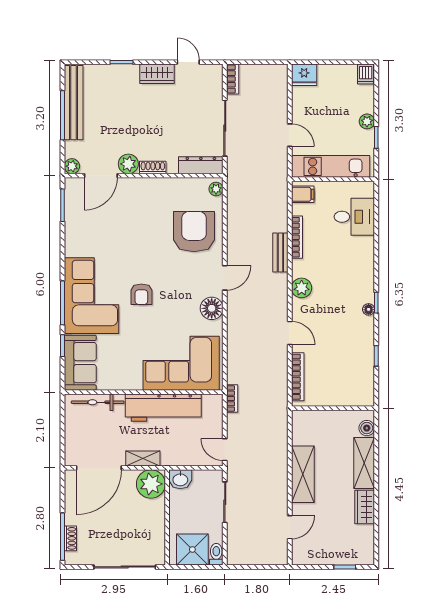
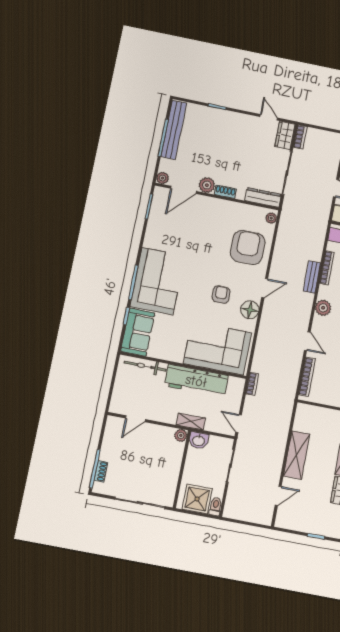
wardrobe: (157, 74) -> (285, 135), moved, turned 90
armchair: (141, 294) -> (221, 295), moved, turned 180
shelving: (143, 458) -> (191, 422), moved
door: (99, 468) -> (135, 419), width x0.53
plant: (151, 484) -> (181, 435), width x0.53, depth x0.53

